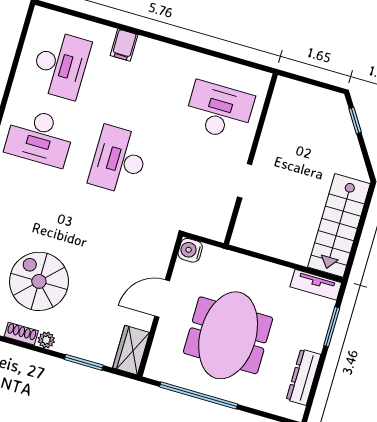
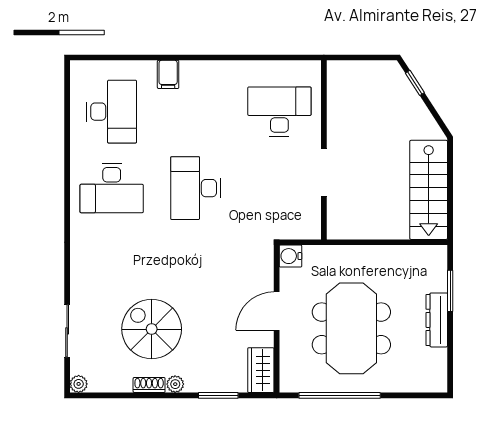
doorway: (245, 181) -> (324, 173), width x1.38
tv unit: (316, 285) -> (423, 254), removed
dresser: (304, 377) -> (437, 320), moved

